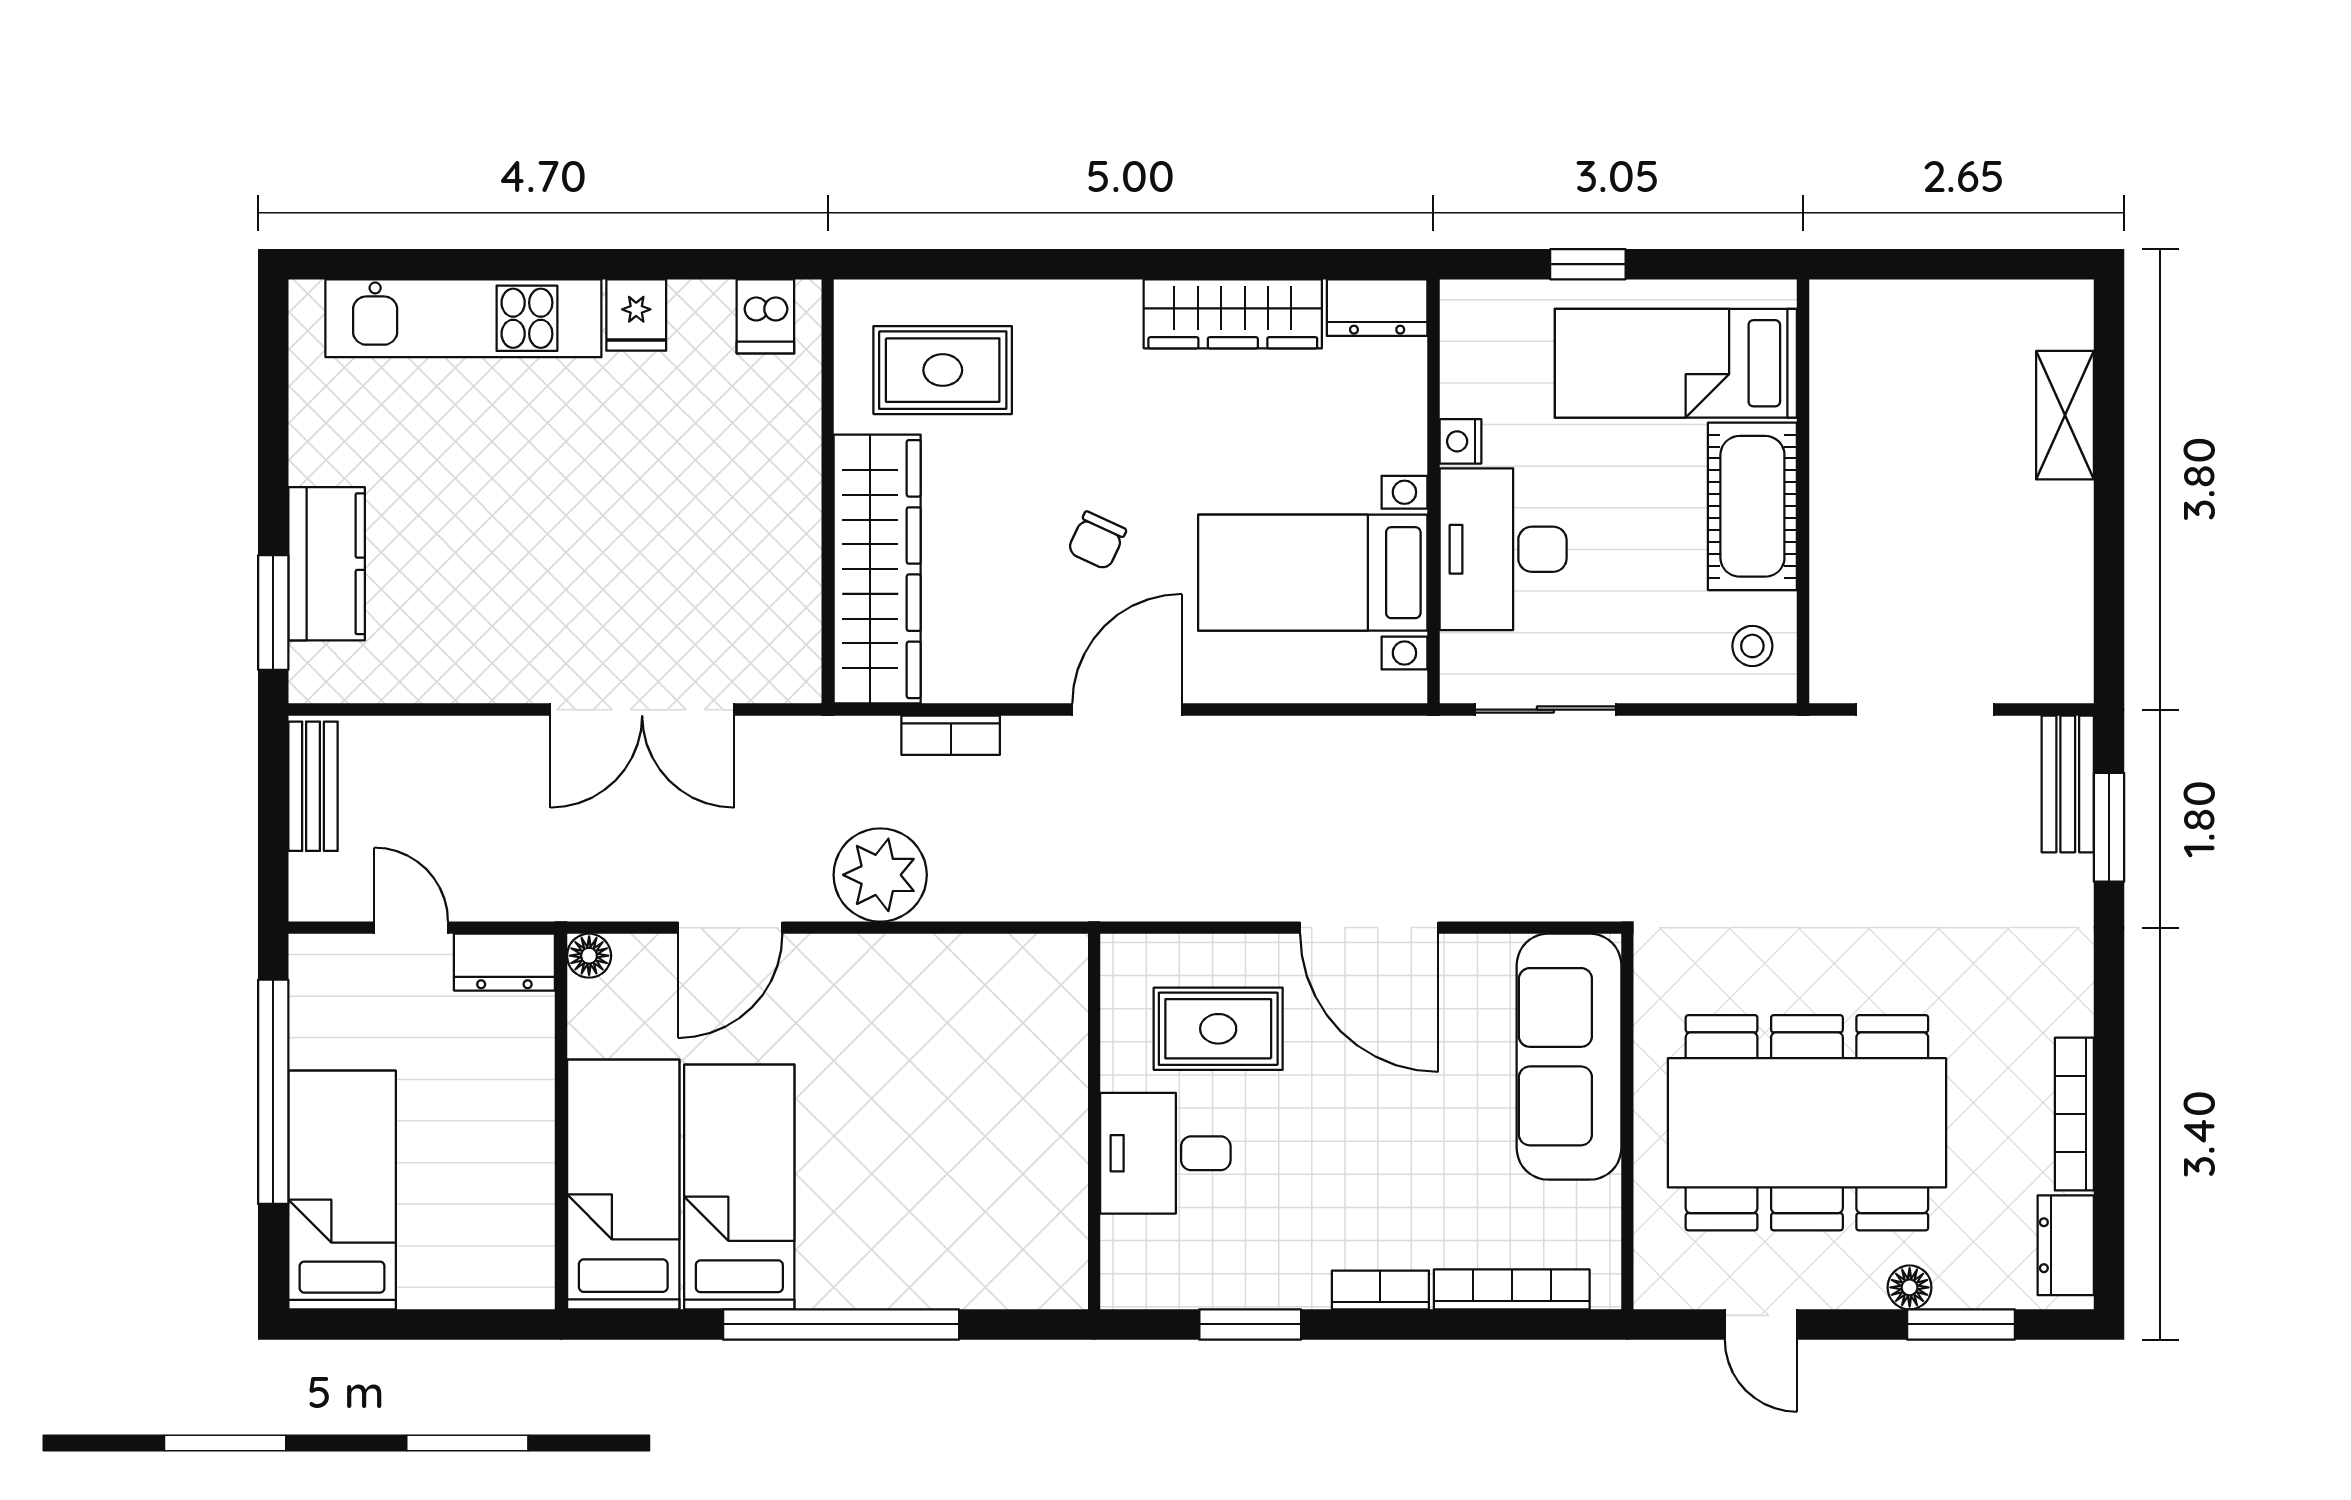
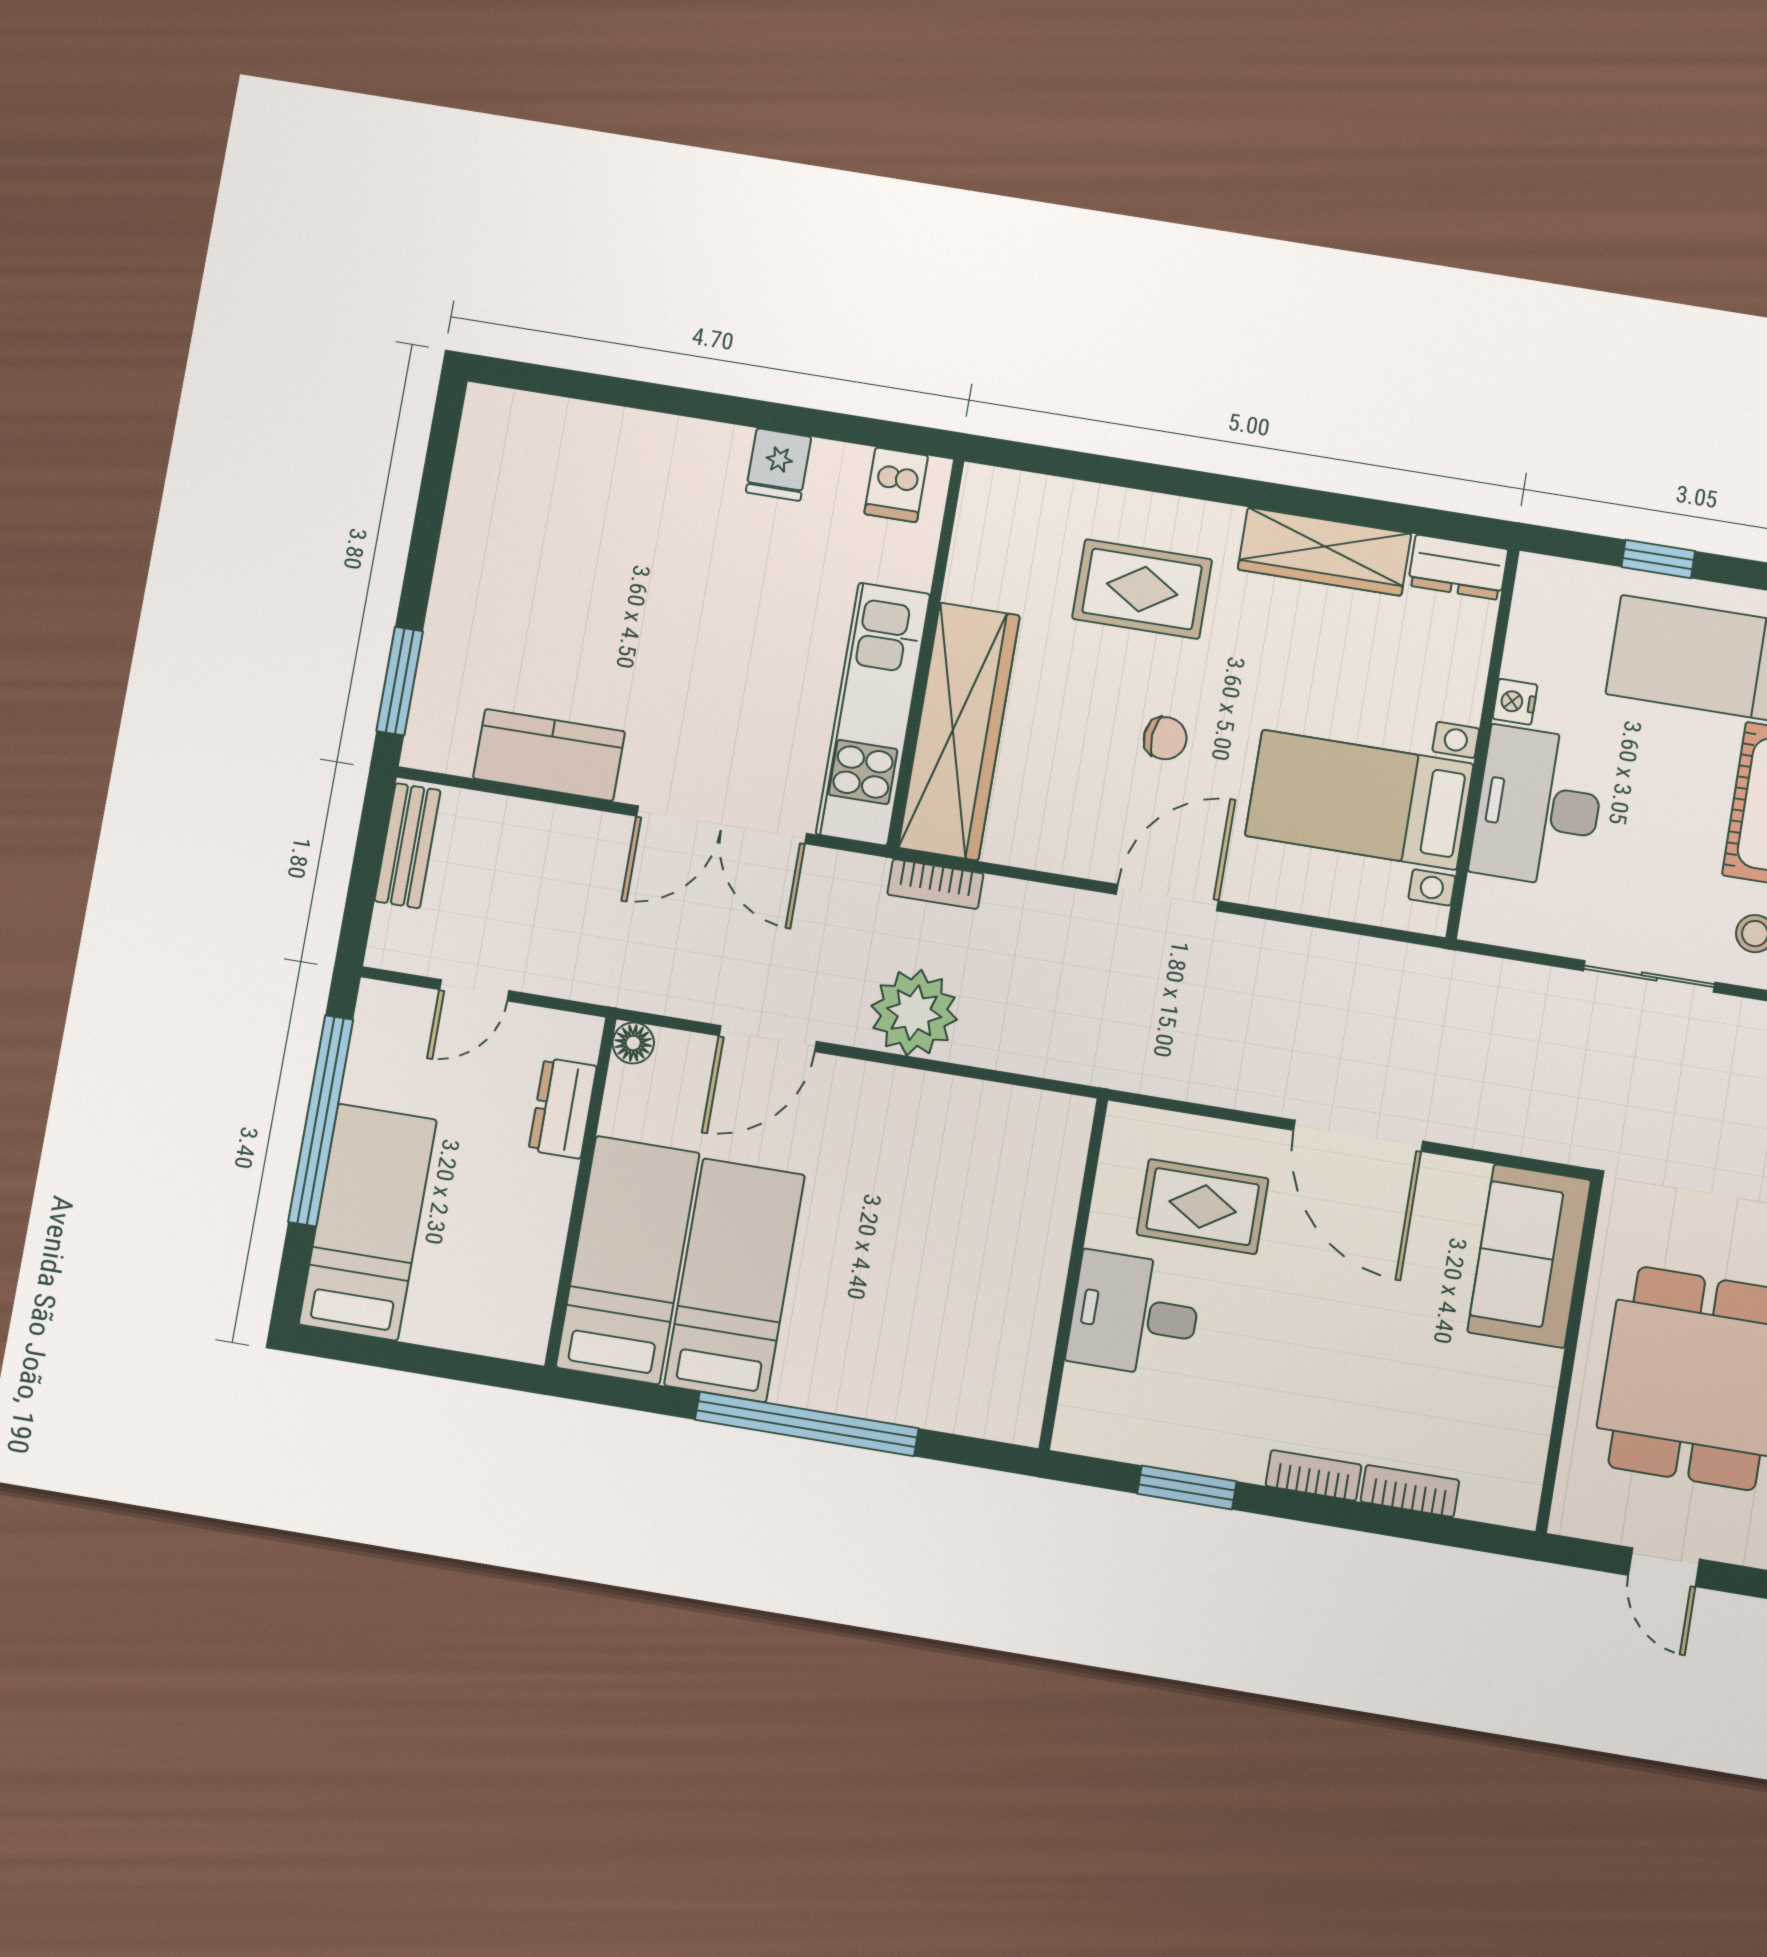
kitchen unit: (463, 318) -> (873, 714), moved, turned 90
rug: (943, 370) -> (1142, 589), moved
chair: (1097, 541) -> (1165, 738), turned -110
kitchen counter: (327, 564) -> (549, 755), moved, turned -90
sliding door: (1545, 710) -> (1649, 976), moved
bookcase: (951, 735) -> (935, 884), moved
door: (411, 928) -> (474, 990), swing flipped
dresser: (504, 962) -> (563, 1108), moved, turned 90
sofa: (1569, 1057) -> (1529, 1256), width x0.73
bookcase: (1512, 1289) -> (1410, 1491), width x0.64

